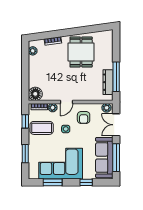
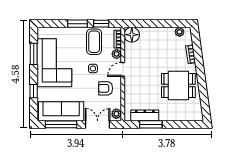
window: (116, 77) -> (151, 124), width x0.69
door: (67, 102) -> (123, 69), hinge flipped
window: (25, 154) -> (77, 24), moved

